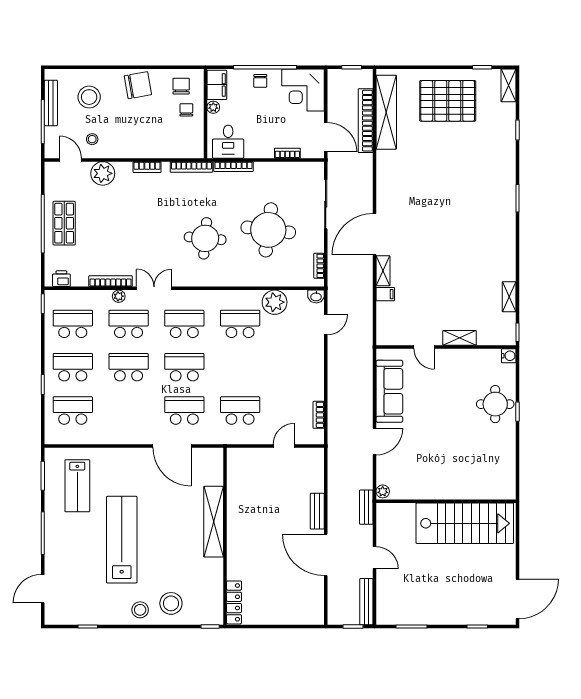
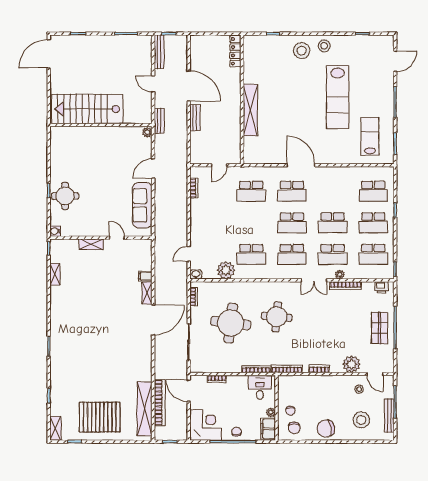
shelving: (214, 522) -> (250, 110), moved
wall: (225, 536) -> (242, 99), moved
locker: (234, 602) -> (235, 51), moved

